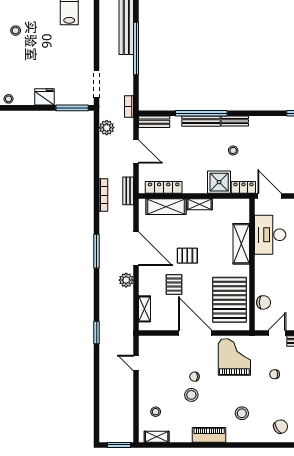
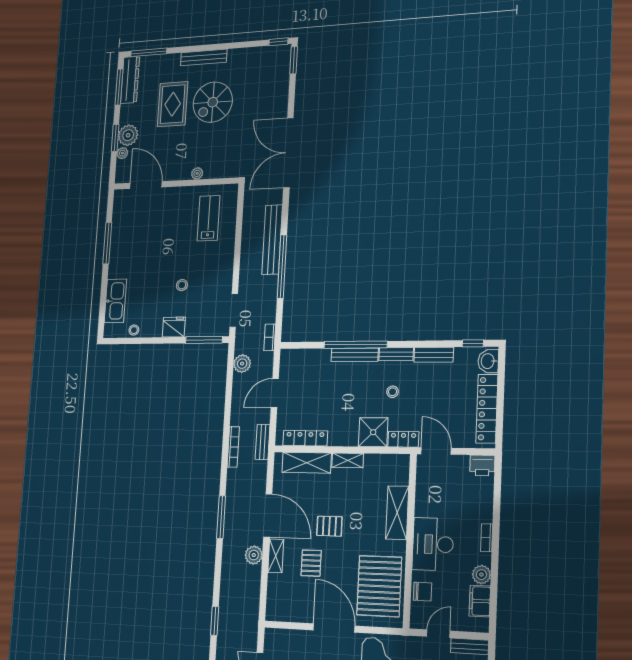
stool: (16, 31) -> (182, 285), moved
bench: (154, 122) -> (434, 355), moved
door: (136, 152) -> (275, 393), swing flipped
desk: (270, 235) -> (433, 544), moved
shelving: (145, 309) -> (276, 556), moved

